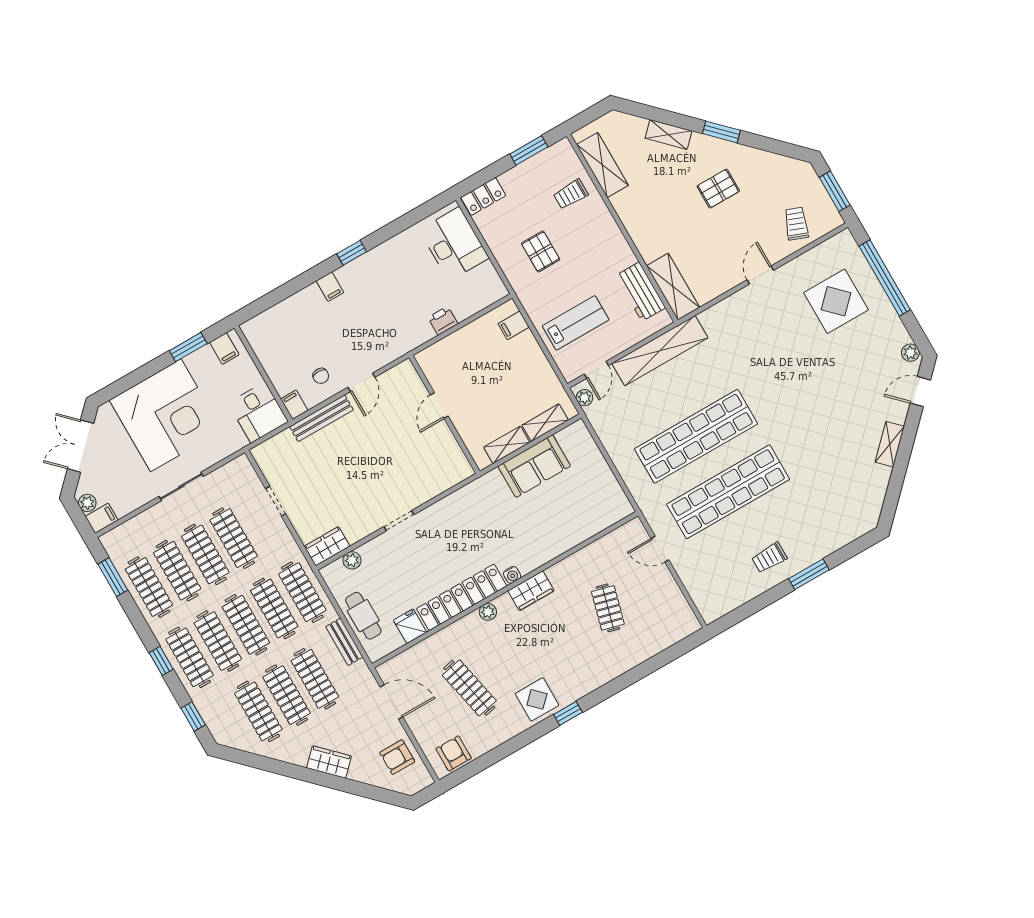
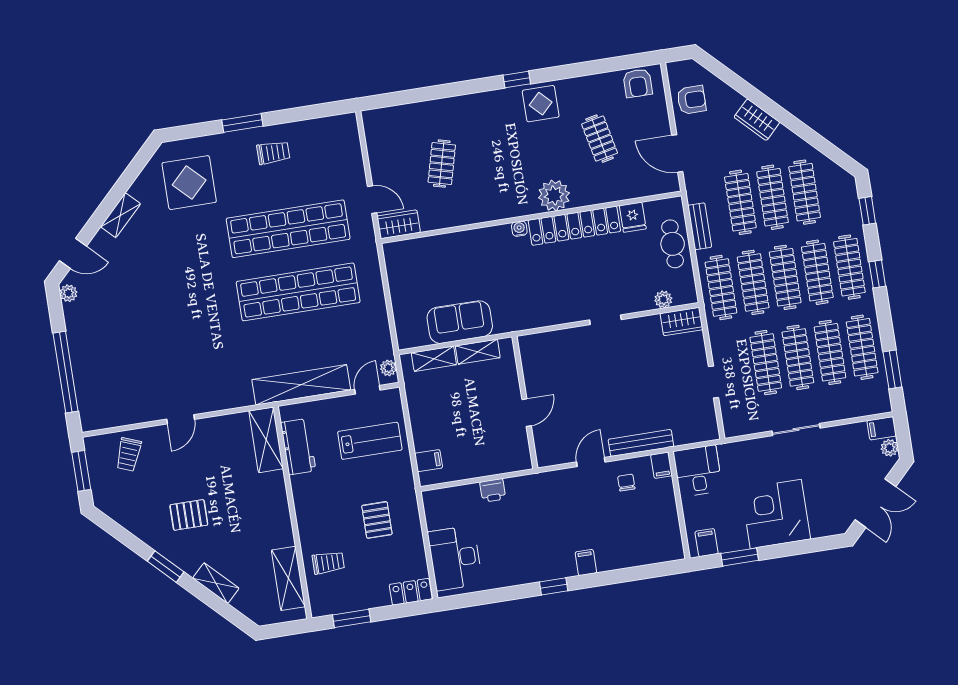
display table: (836, 301) -> (189, 183), moved
lab bench: (576, 323) -> (370, 441), turned 180
corner desk: (166, 415) -> (776, 514), width x0.74, depth x0.74
wardrobe: (531, 591) -> (399, 224), moved
plant: (488, 612) -> (554, 195), width x1.88, depth x1.88
clothes rail: (469, 688) -> (600, 139), width x0.73

